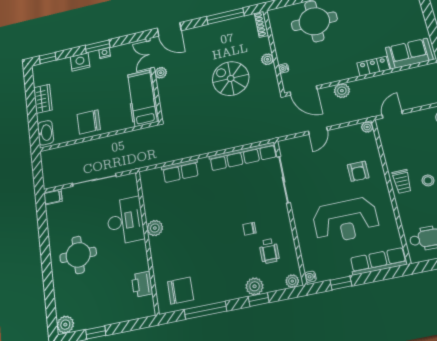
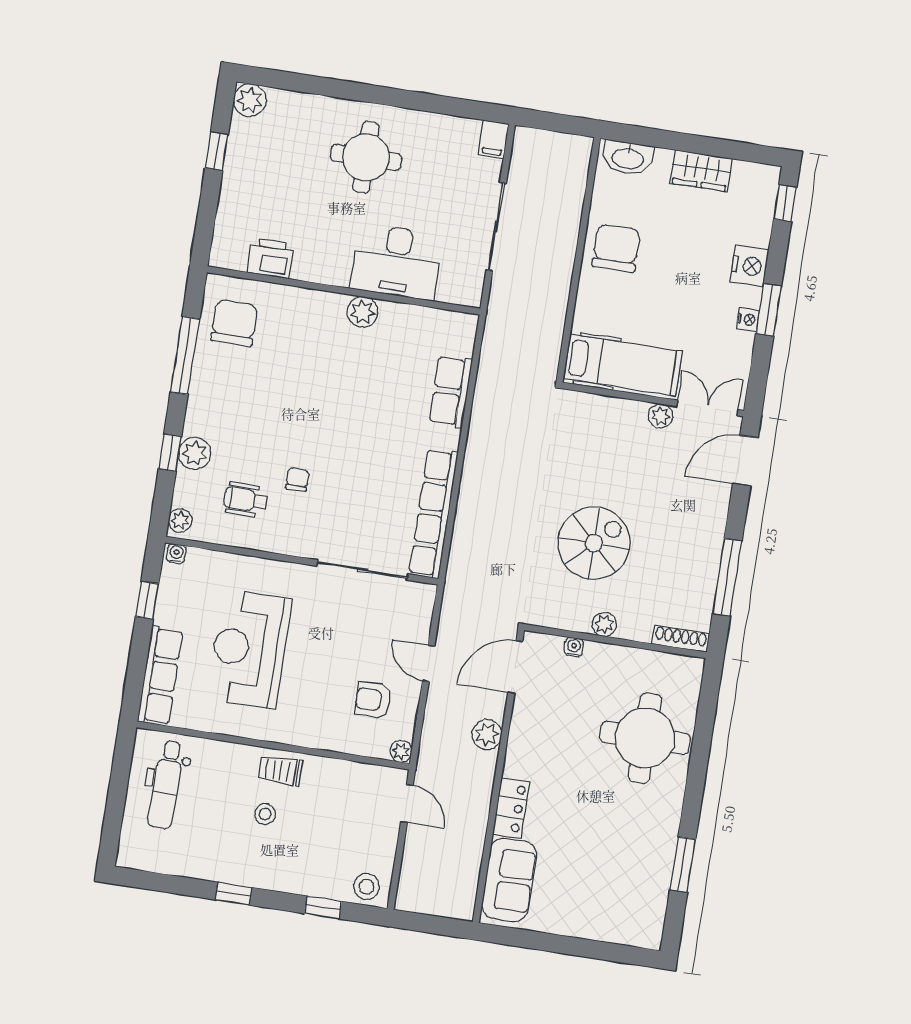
armchair: (358, 171) -> (373, 700), moved
chair: (180, 291) -> (234, 323), turned 180

